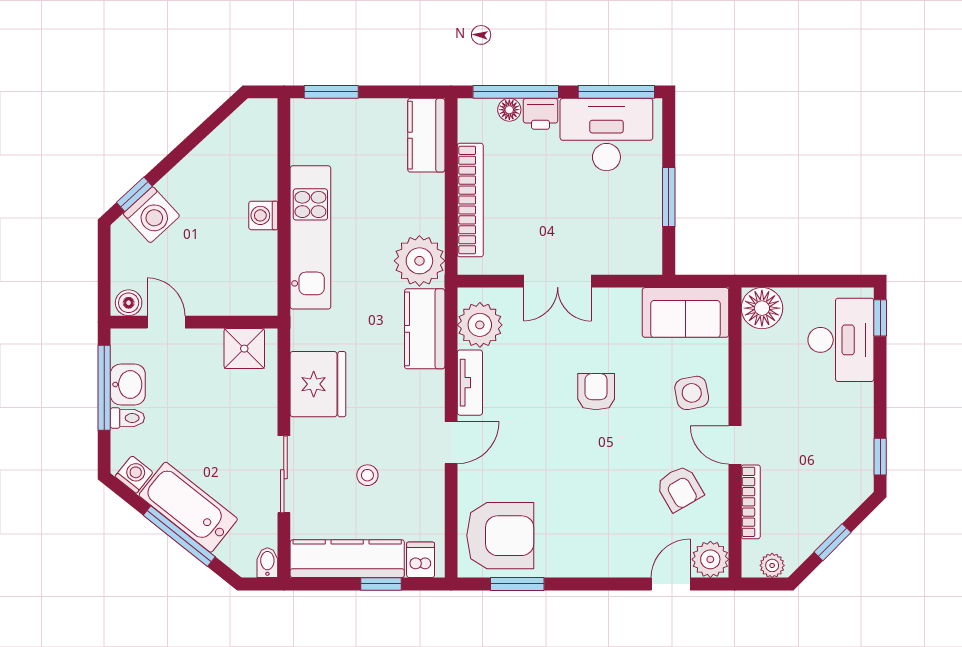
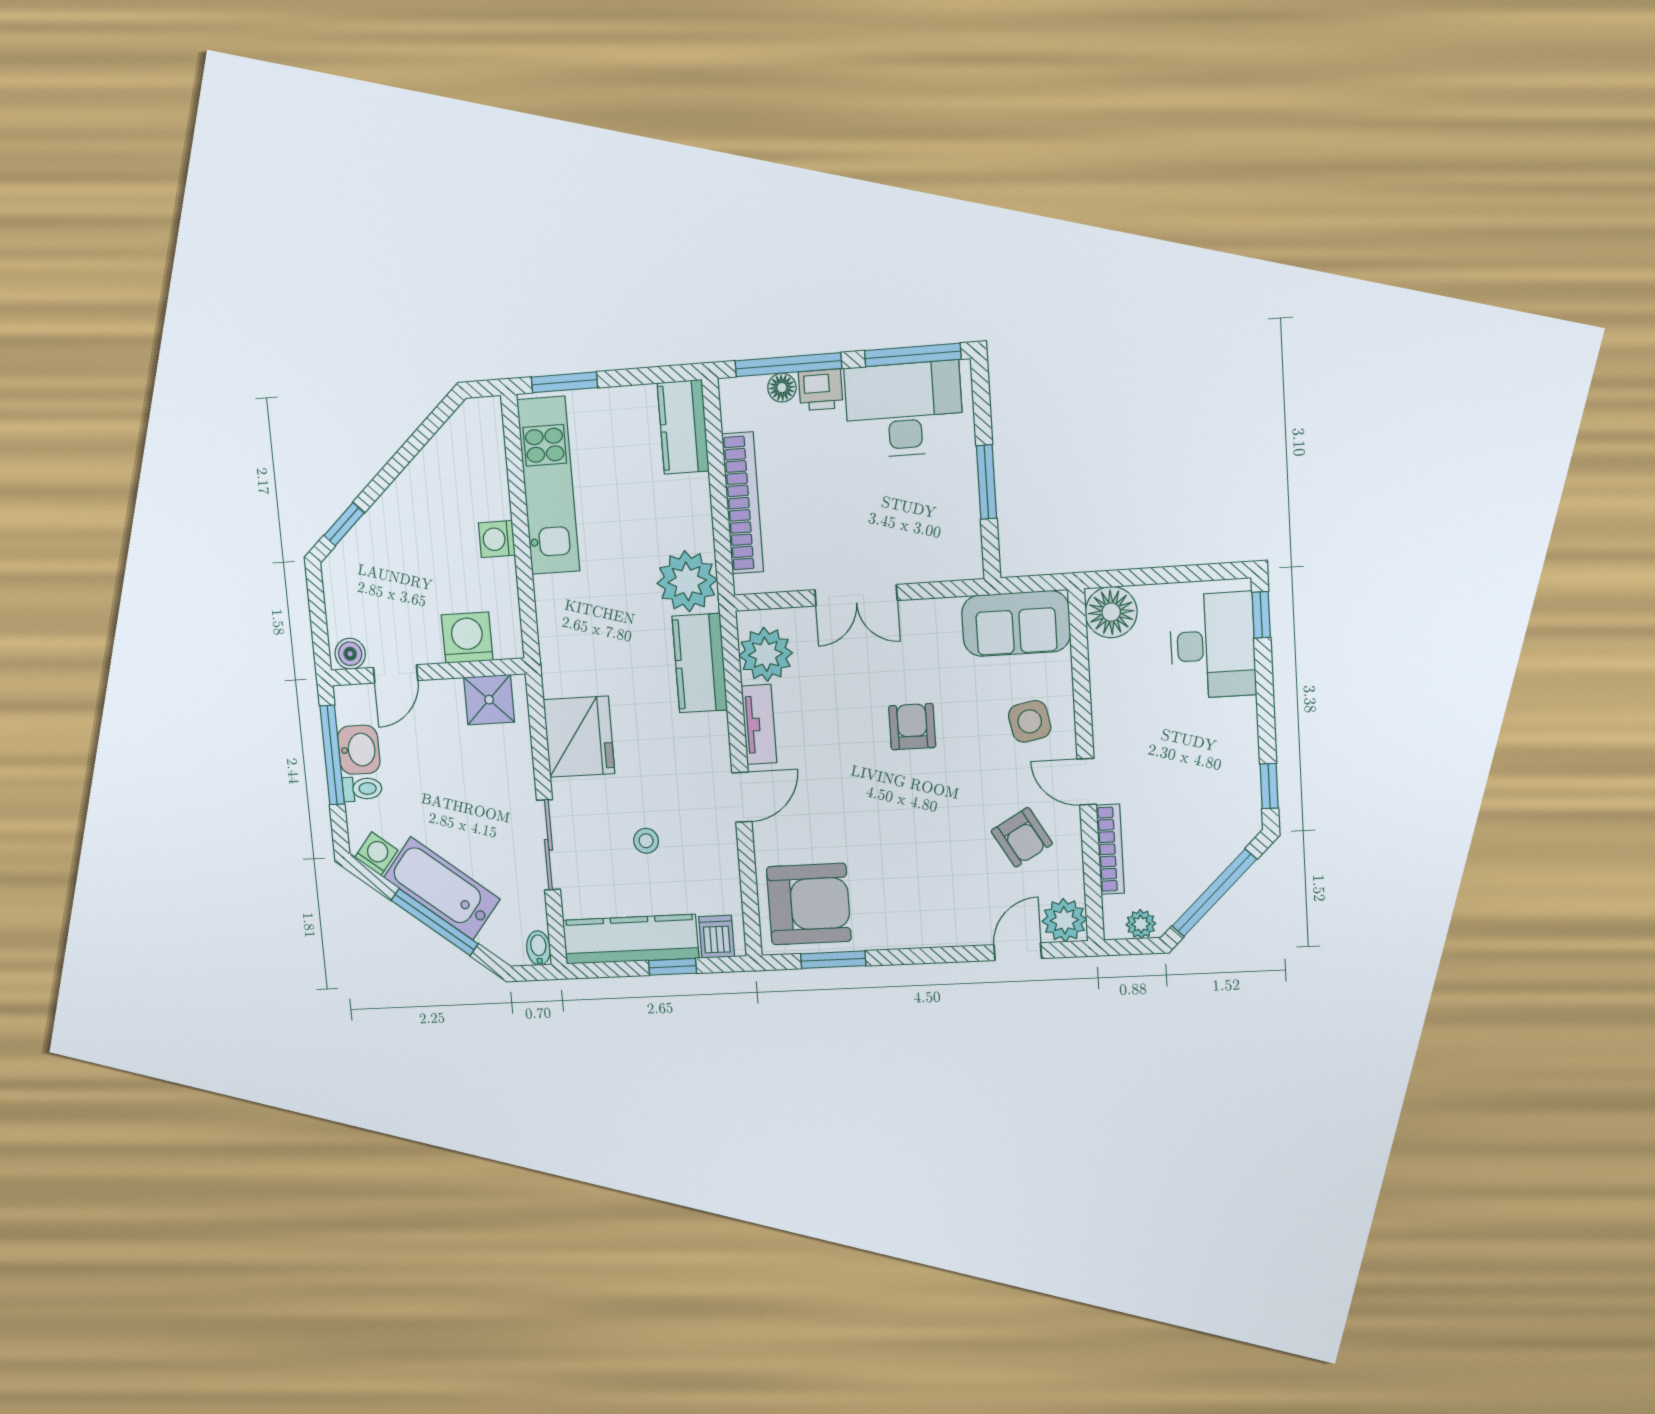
washing machine: (151, 215) -> (467, 638), moved, turned -137
kitchen unit: (310, 237) -> (548, 486), moved
door: (166, 322) -> (396, 674), swing flipped
window: (832, 542) -> (1214, 893), width x2.17

